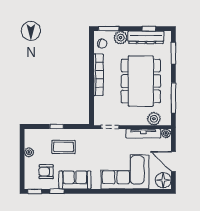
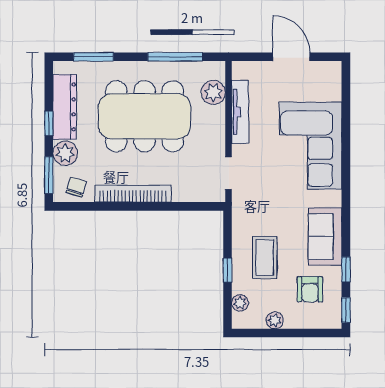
window: (149, 29) -> (49, 123), moved
plant: (166, 133) -> (240, 303), moved
door: (173, 161) -> (291, 57), swing flipped
floor lamp: (163, 180) -> (325, 75), removed

